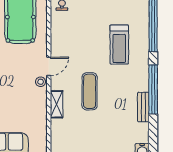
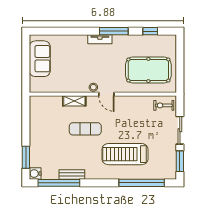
treadmill: (119, 45) -> (125, 154), width x1.37, depth x1.38
window: (153, 89) -> (59, 183), moved

